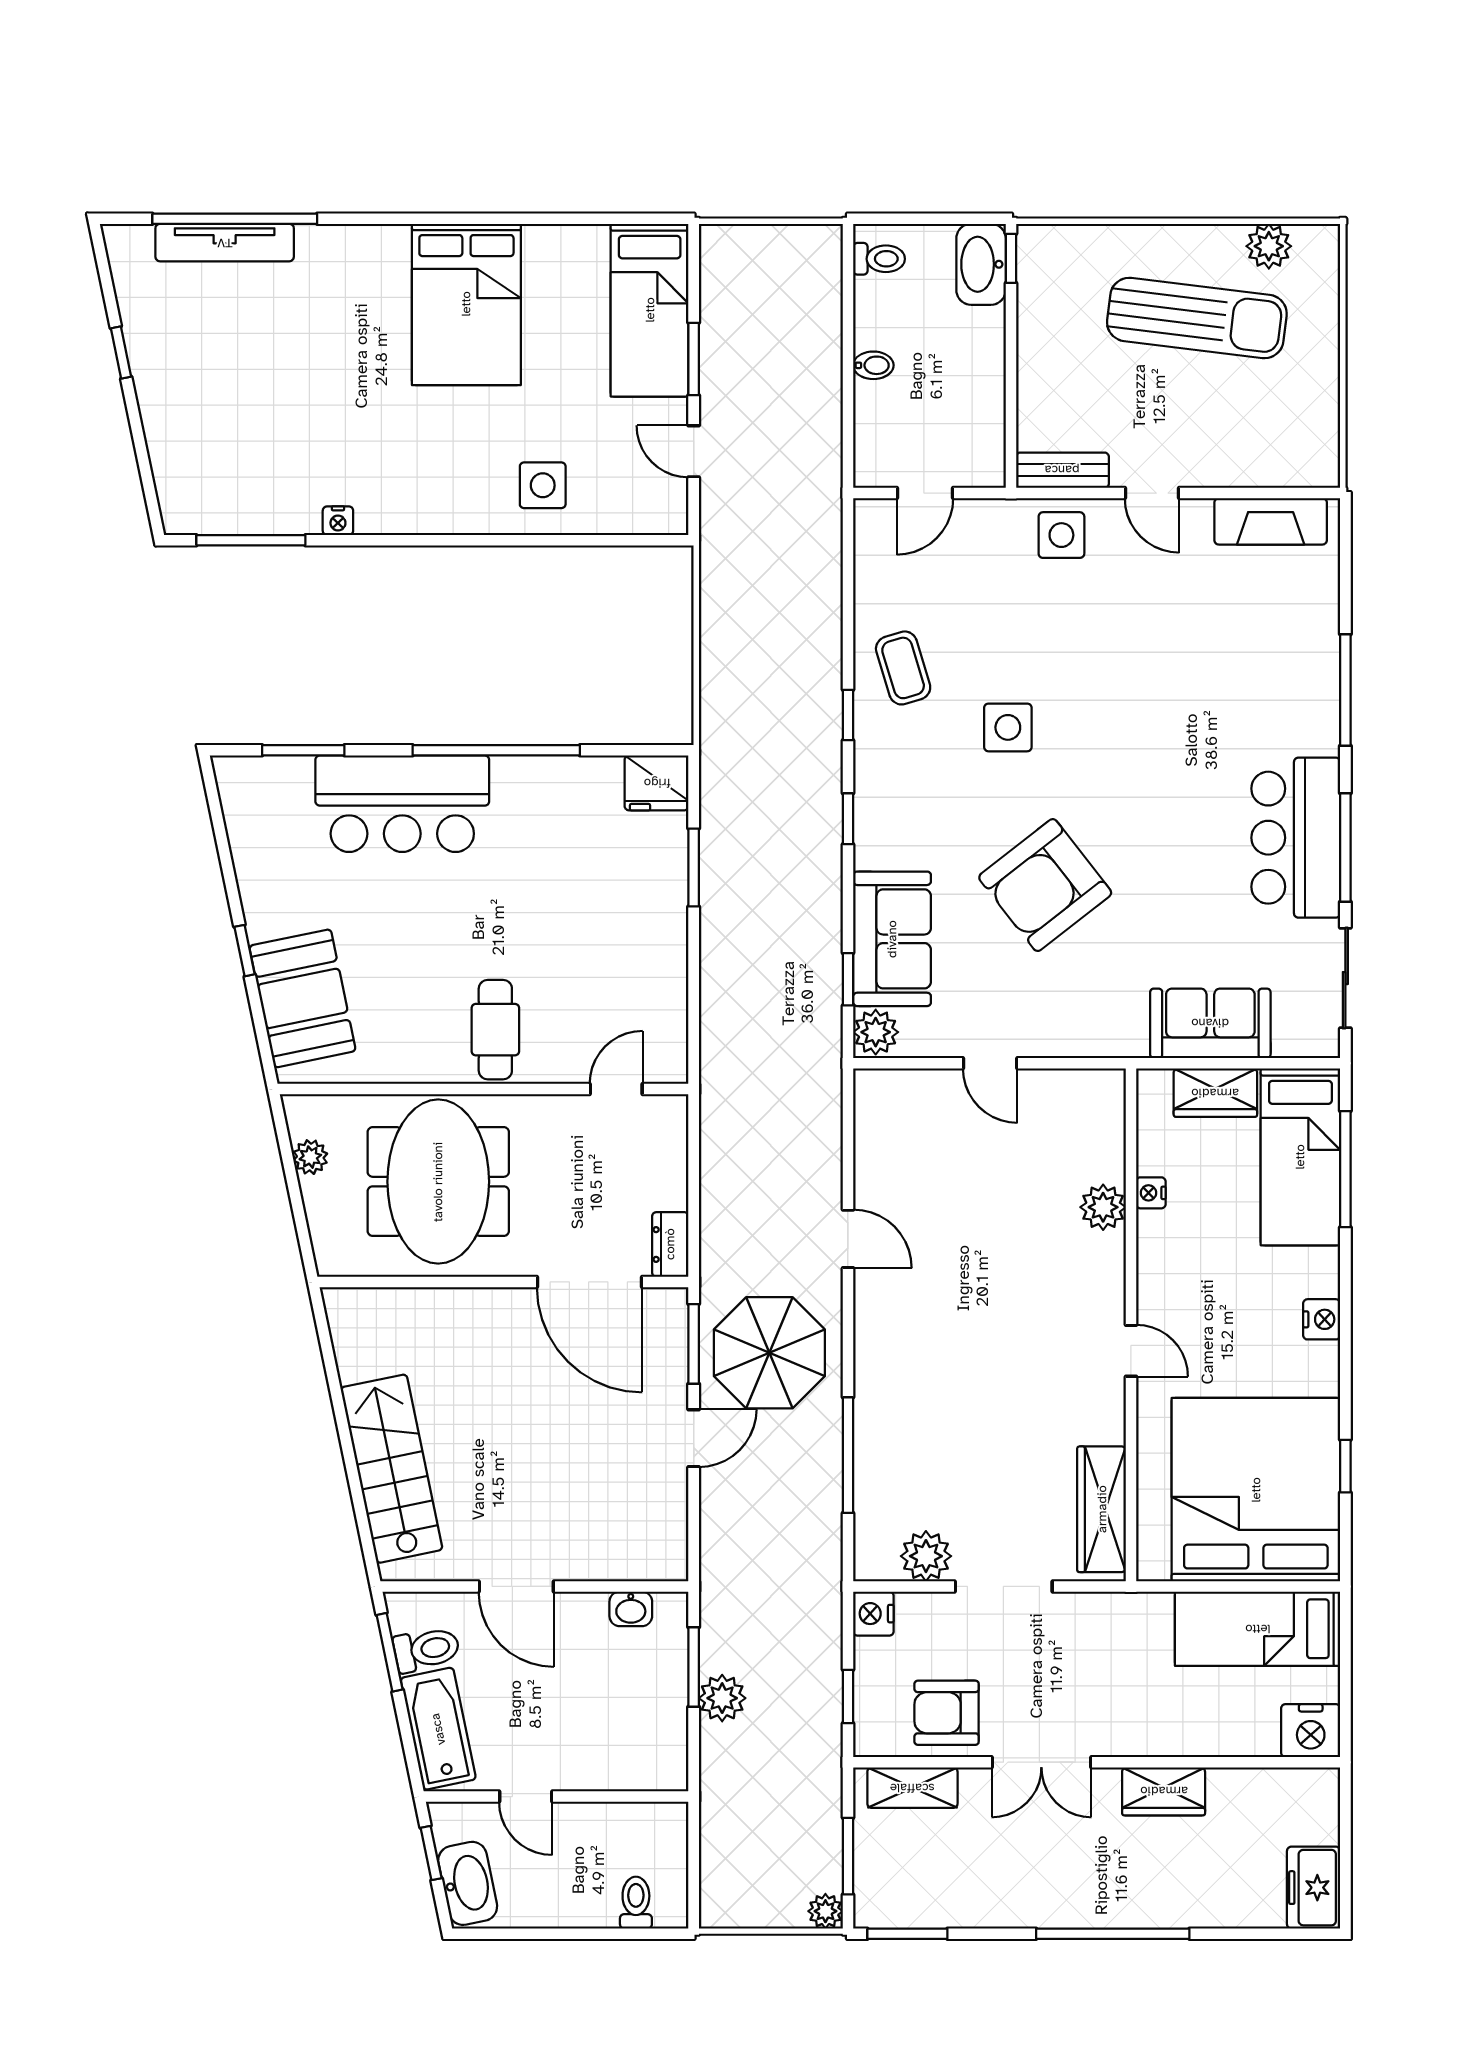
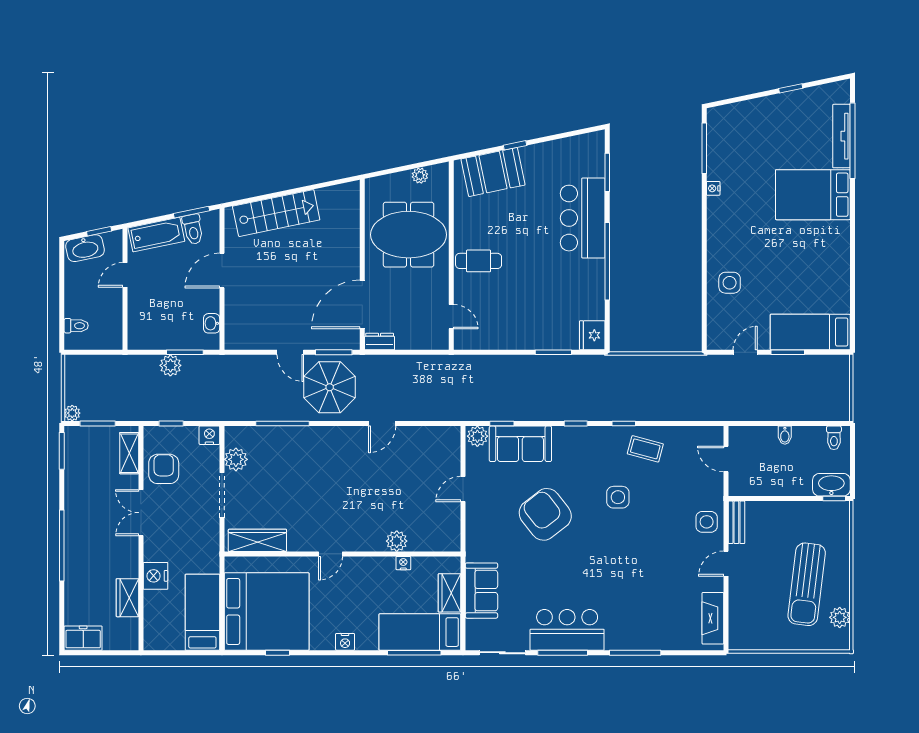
bed: (466, 304) -> (813, 195), moved
coffee table: (903, 668) -> (645, 449), turned 32
nightstand: (1311, 1731) -> (155, 576), moved
wardrobe: (1164, 1791) -> (127, 598), moved

